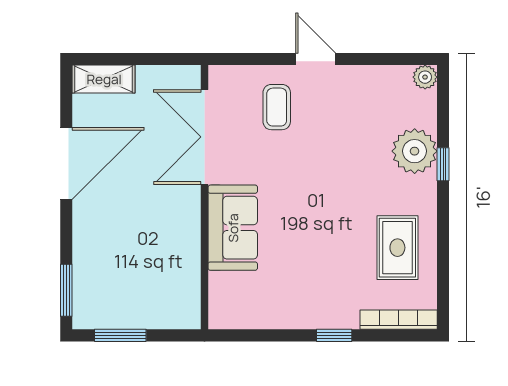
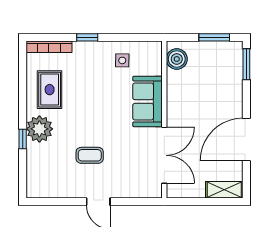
plant: (425, 77) -> (33, 191), removed
coffee table: (277, 107) -> (90, 155), moved, turned 90
plant: (415, 151) -> (39, 129), moved
side table: (275, 297) -> (122, 60), added
boiler: (183, 299) -> (177, 59), added

